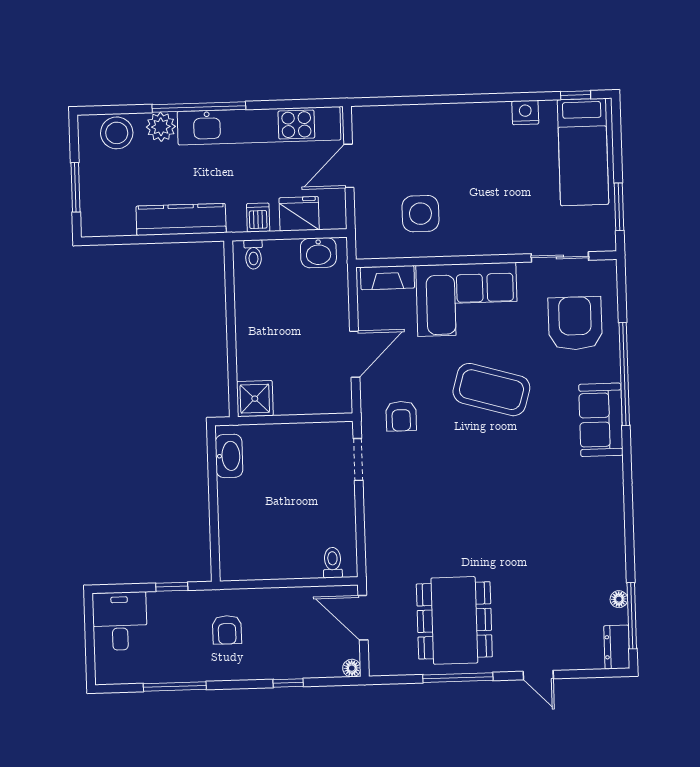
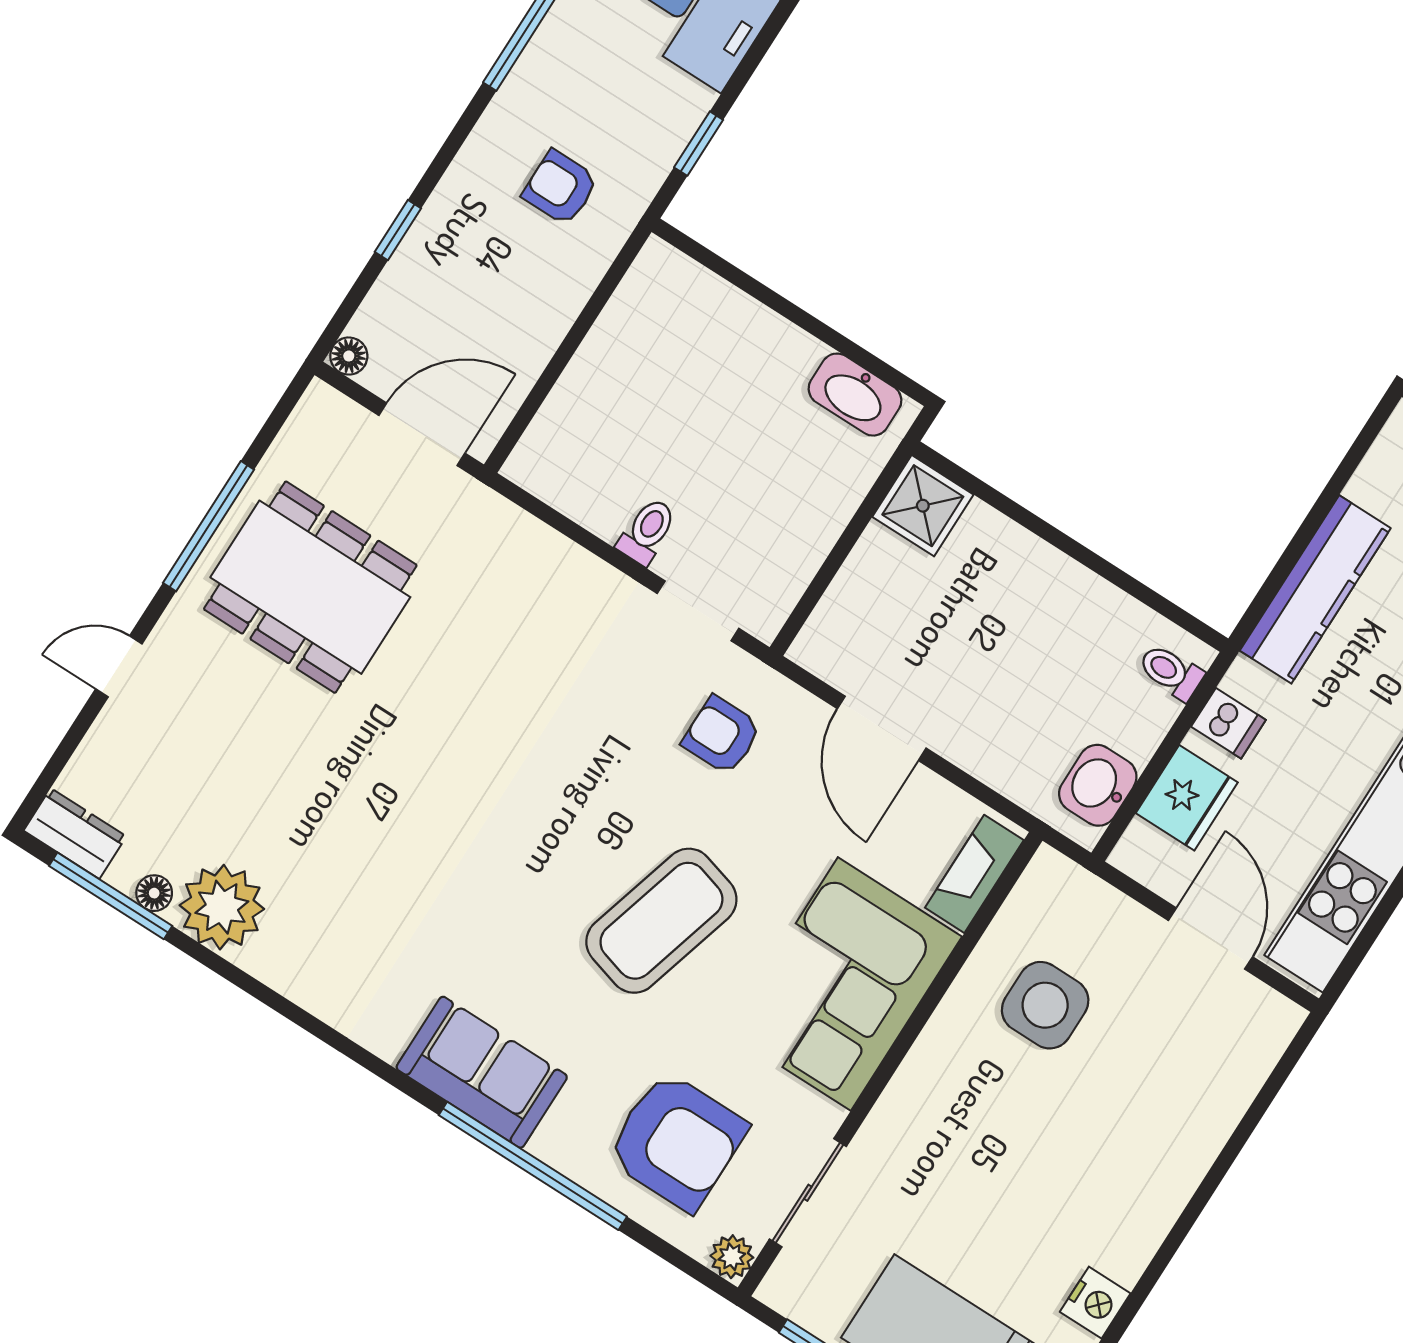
plant: (606, 270) -> (732, 1257), added
toilet: (333, 563) -> (647, 531), moved, turned -90
plant: (606, 568) -> (222, 907), added

